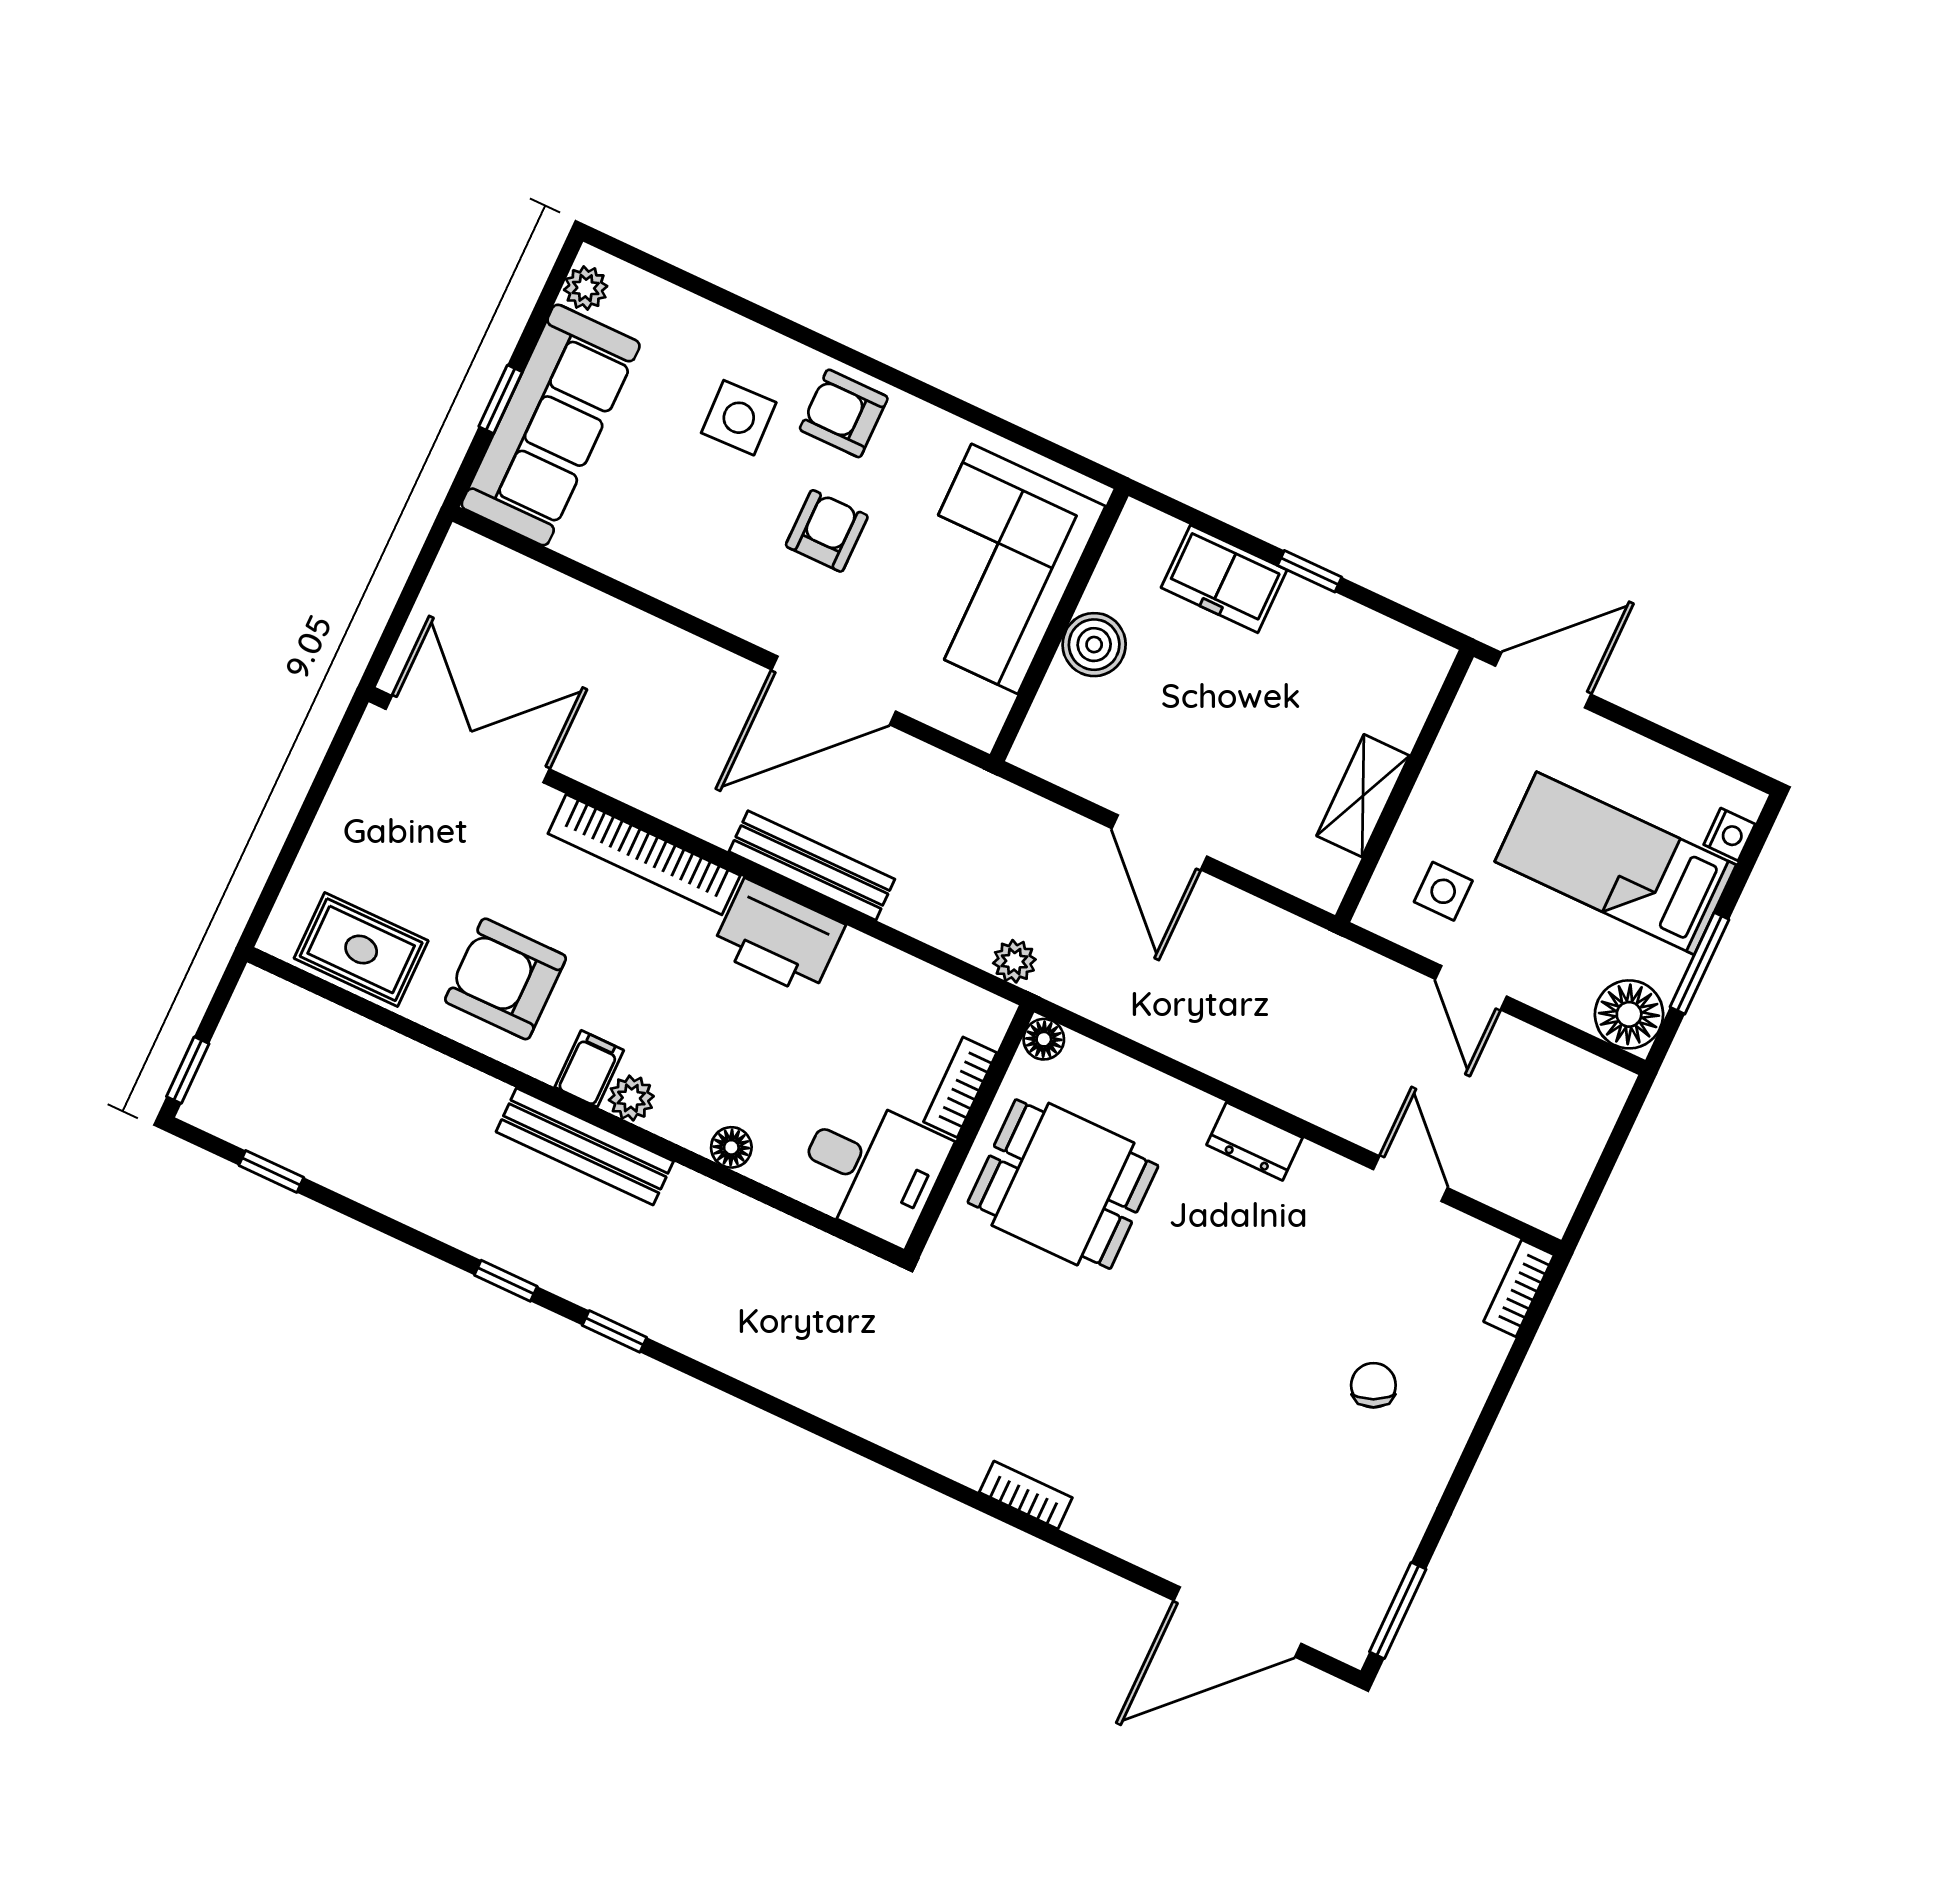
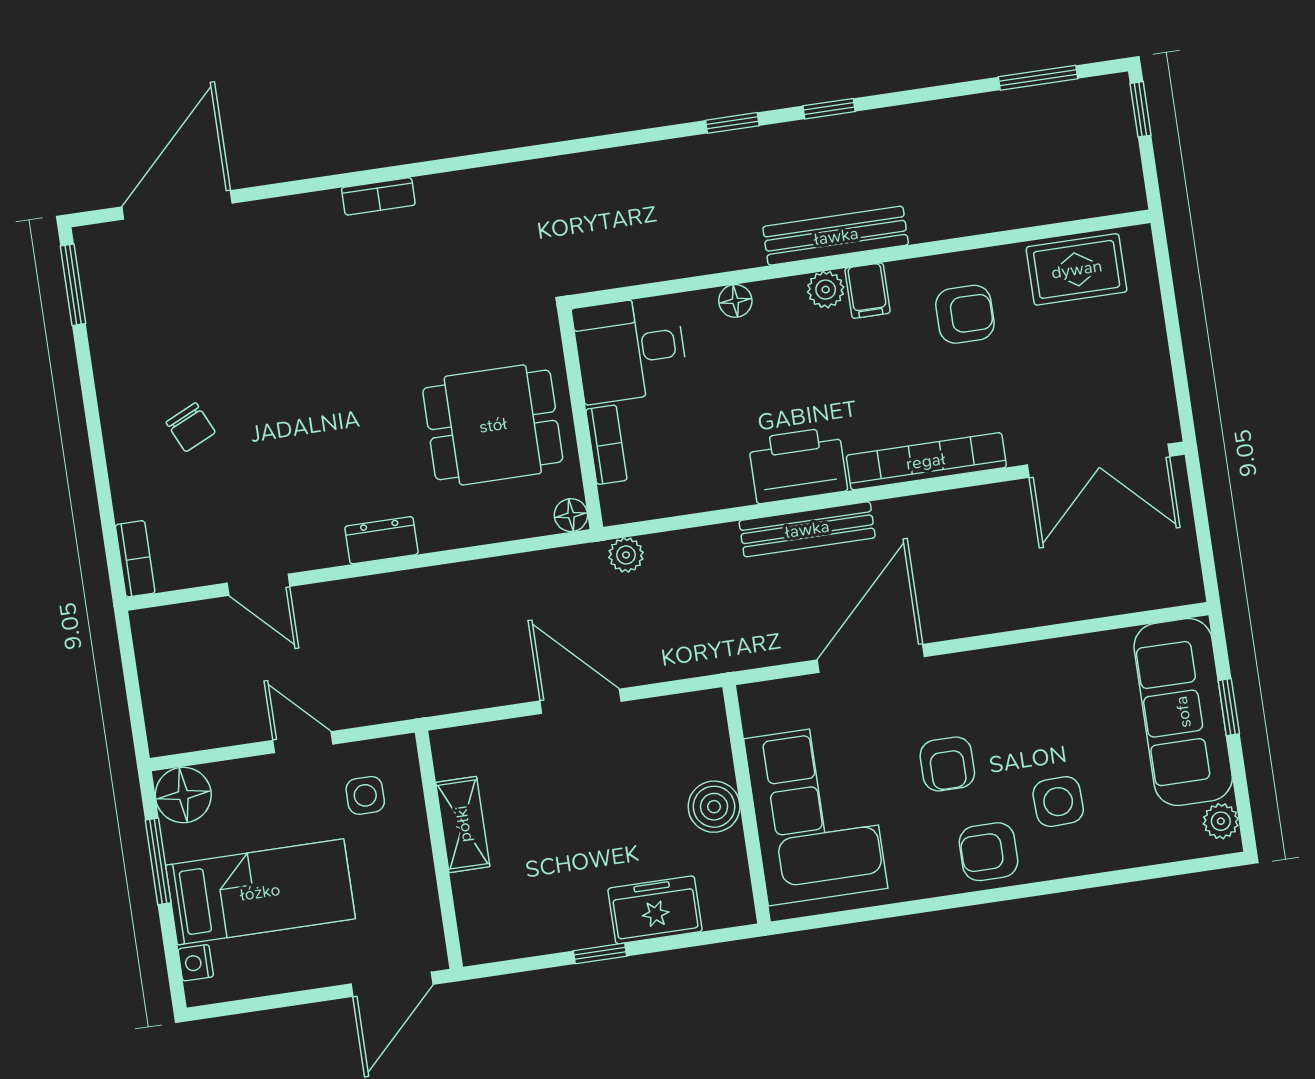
armchair: (844, 413) -> (989, 852), turned 180
armchair: (506, 979) -> (965, 314), width x0.72, depth x0.72
window: (271, 1171) -> (1038, 78), width x1.50

